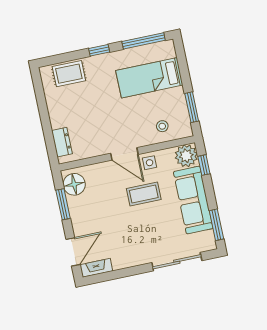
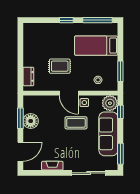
rug: (69, 74) -> (60, 66), moved
floor lamp: (74, 184) -> (31, 121), moved
fireplace: (96, 268) -> (52, 166), moved

